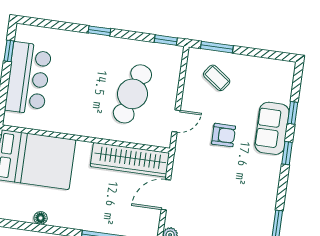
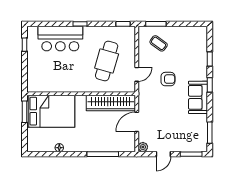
bar counter: (28, 78) -> (60, 39), moved, turned 90
sofa: (272, 128) -> (198, 97), moved

